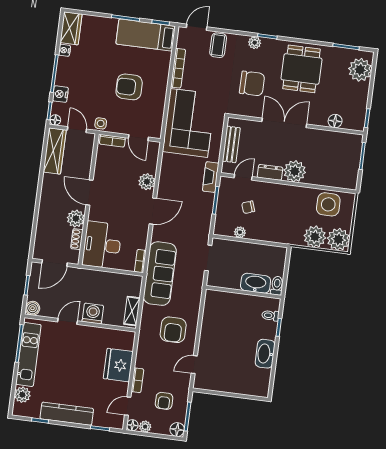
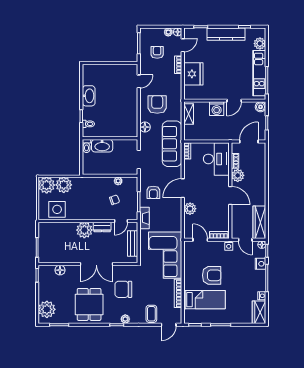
bed: (146, 35) -> (205, 300), moved
armchair: (194, 211) -> (153, 192), added
floor lamp: (177, 430) -> (145, 127), moved

